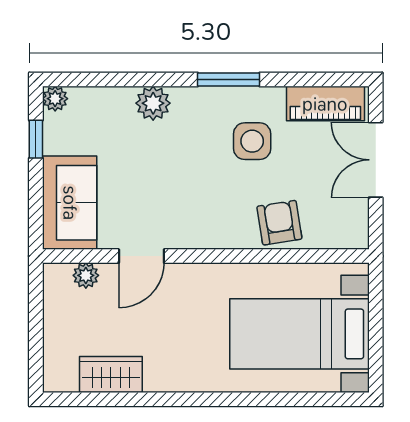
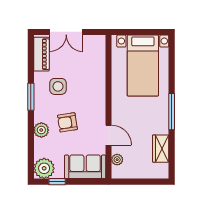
plant: (55, 99) -> (44, 168), width x1.87, depth x1.87
armchair: (279, 223) -> (67, 122), moved
window: (195, 399) -> (172, 112), added

